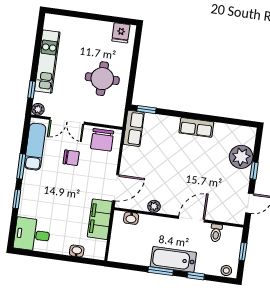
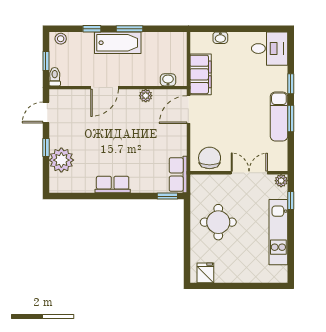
exam couch: (35, 147) -> (279, 116), moved
chair: (71, 158) -> (240, 135), removed
toilet: (216, 233) -> (55, 77), moved

